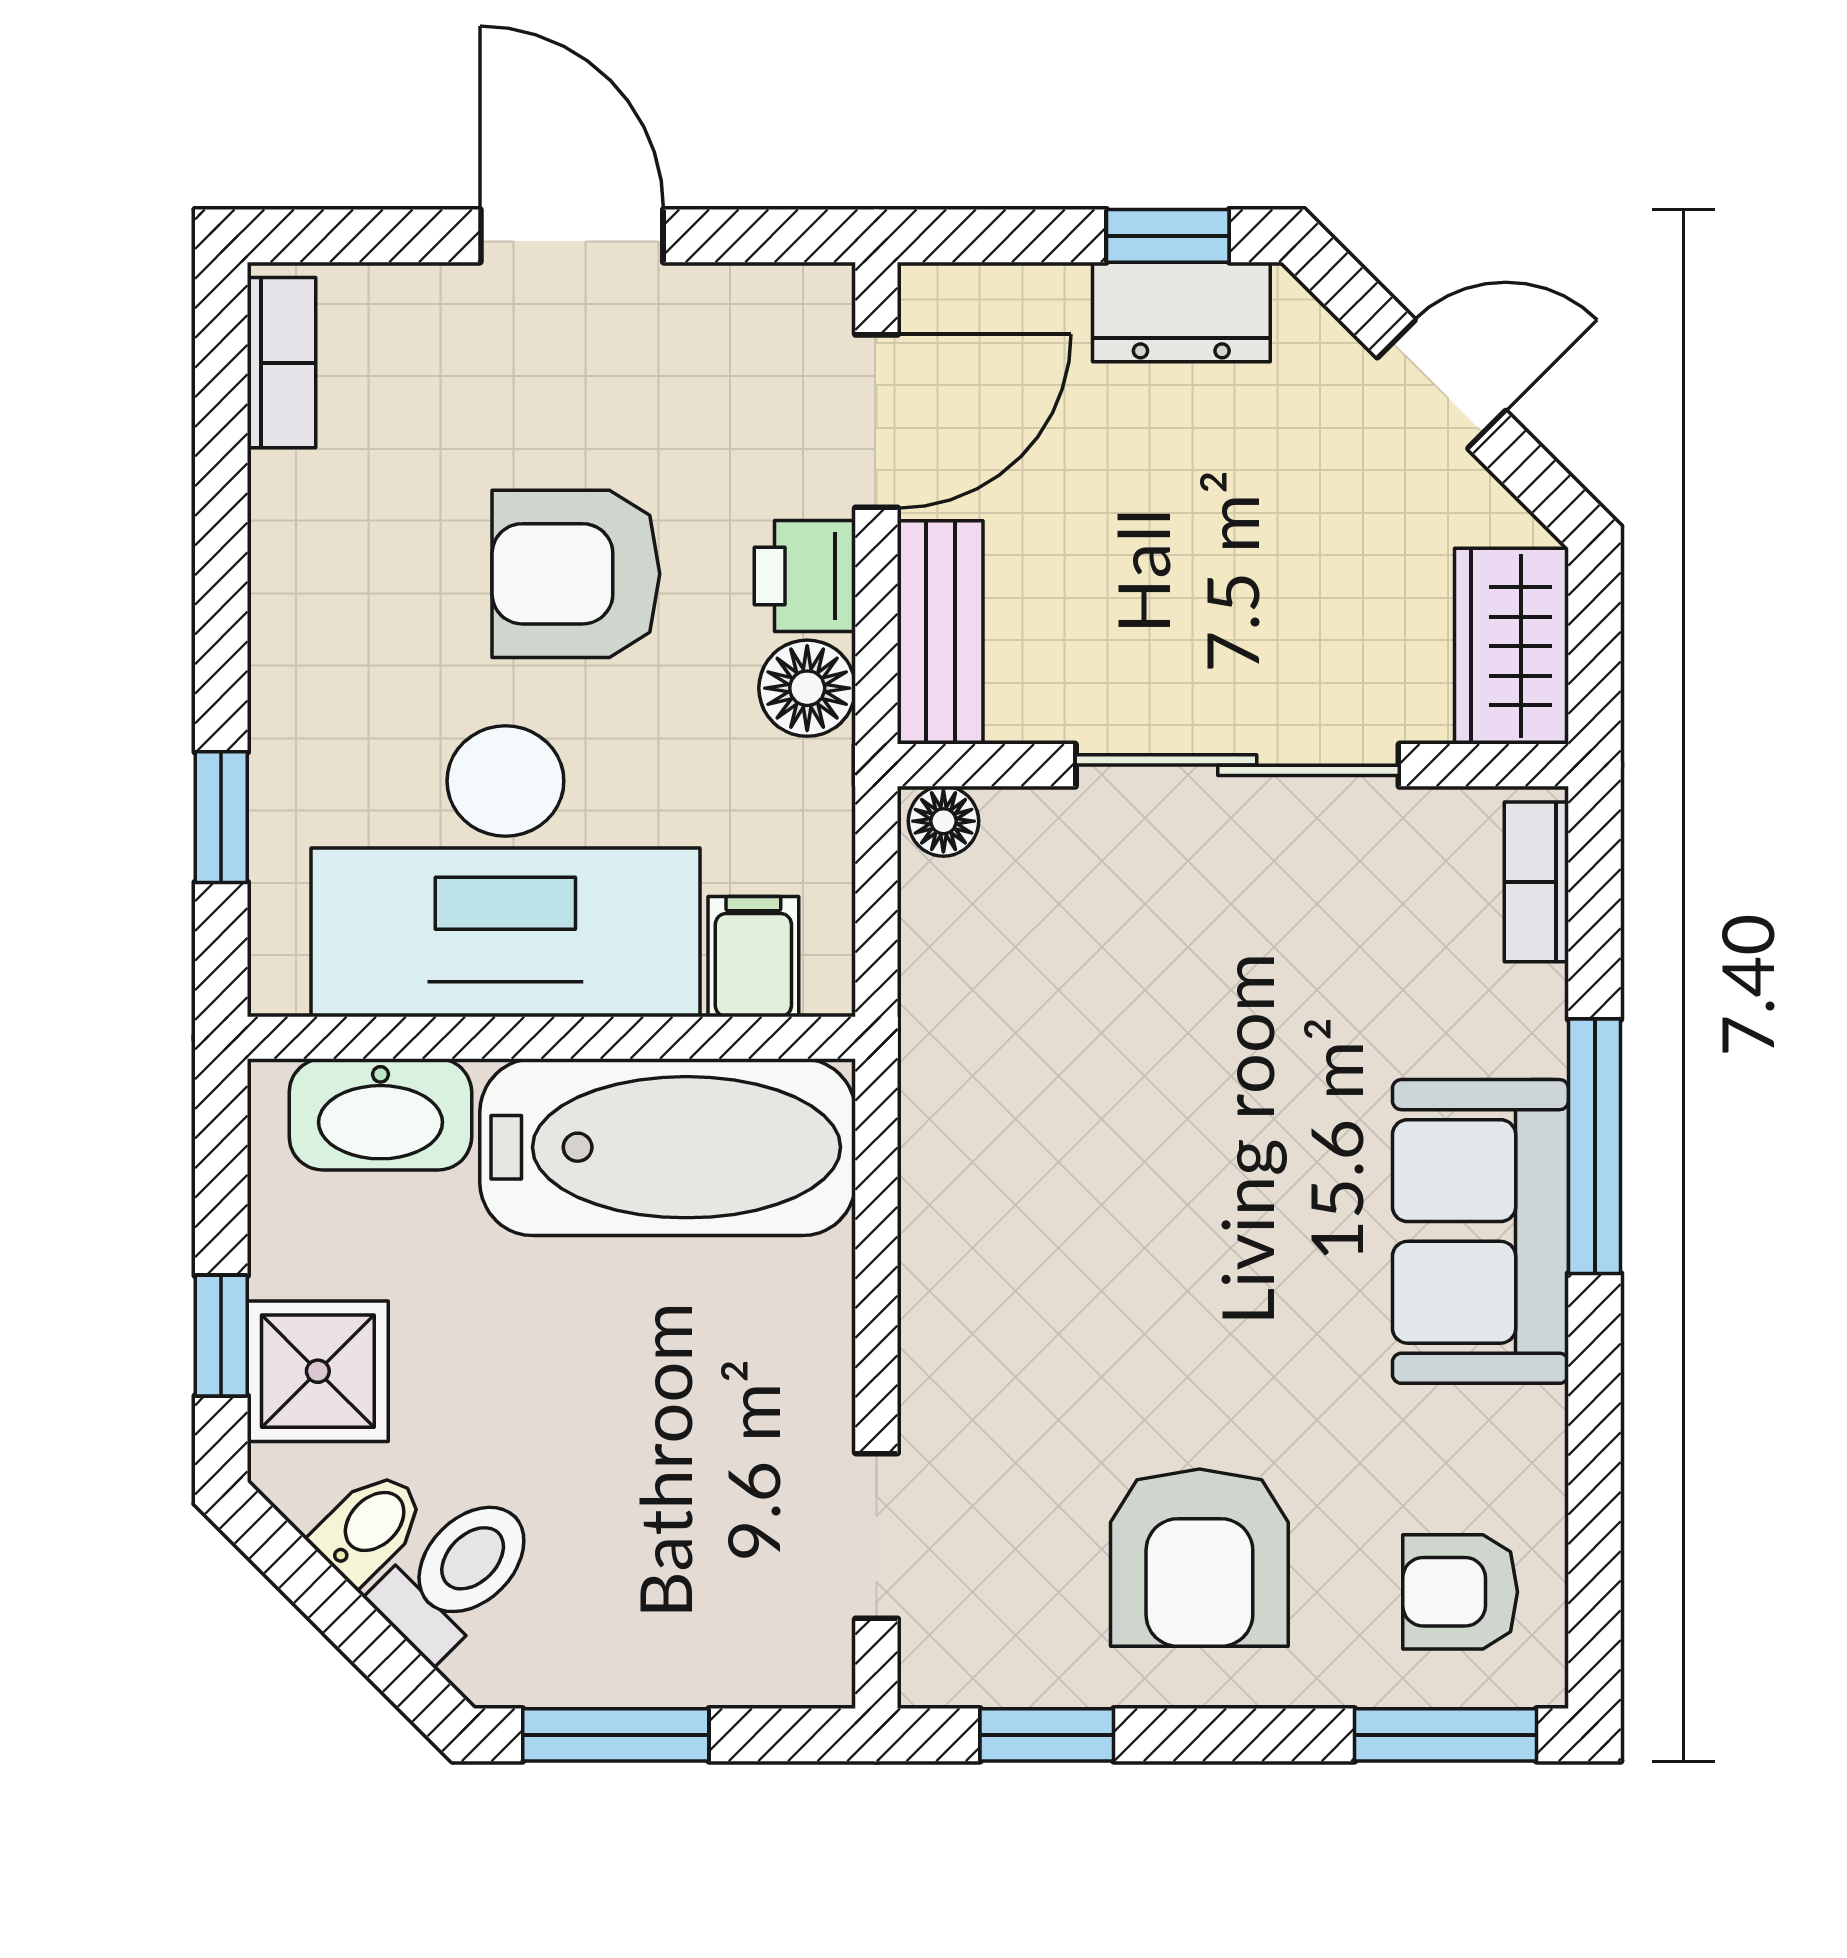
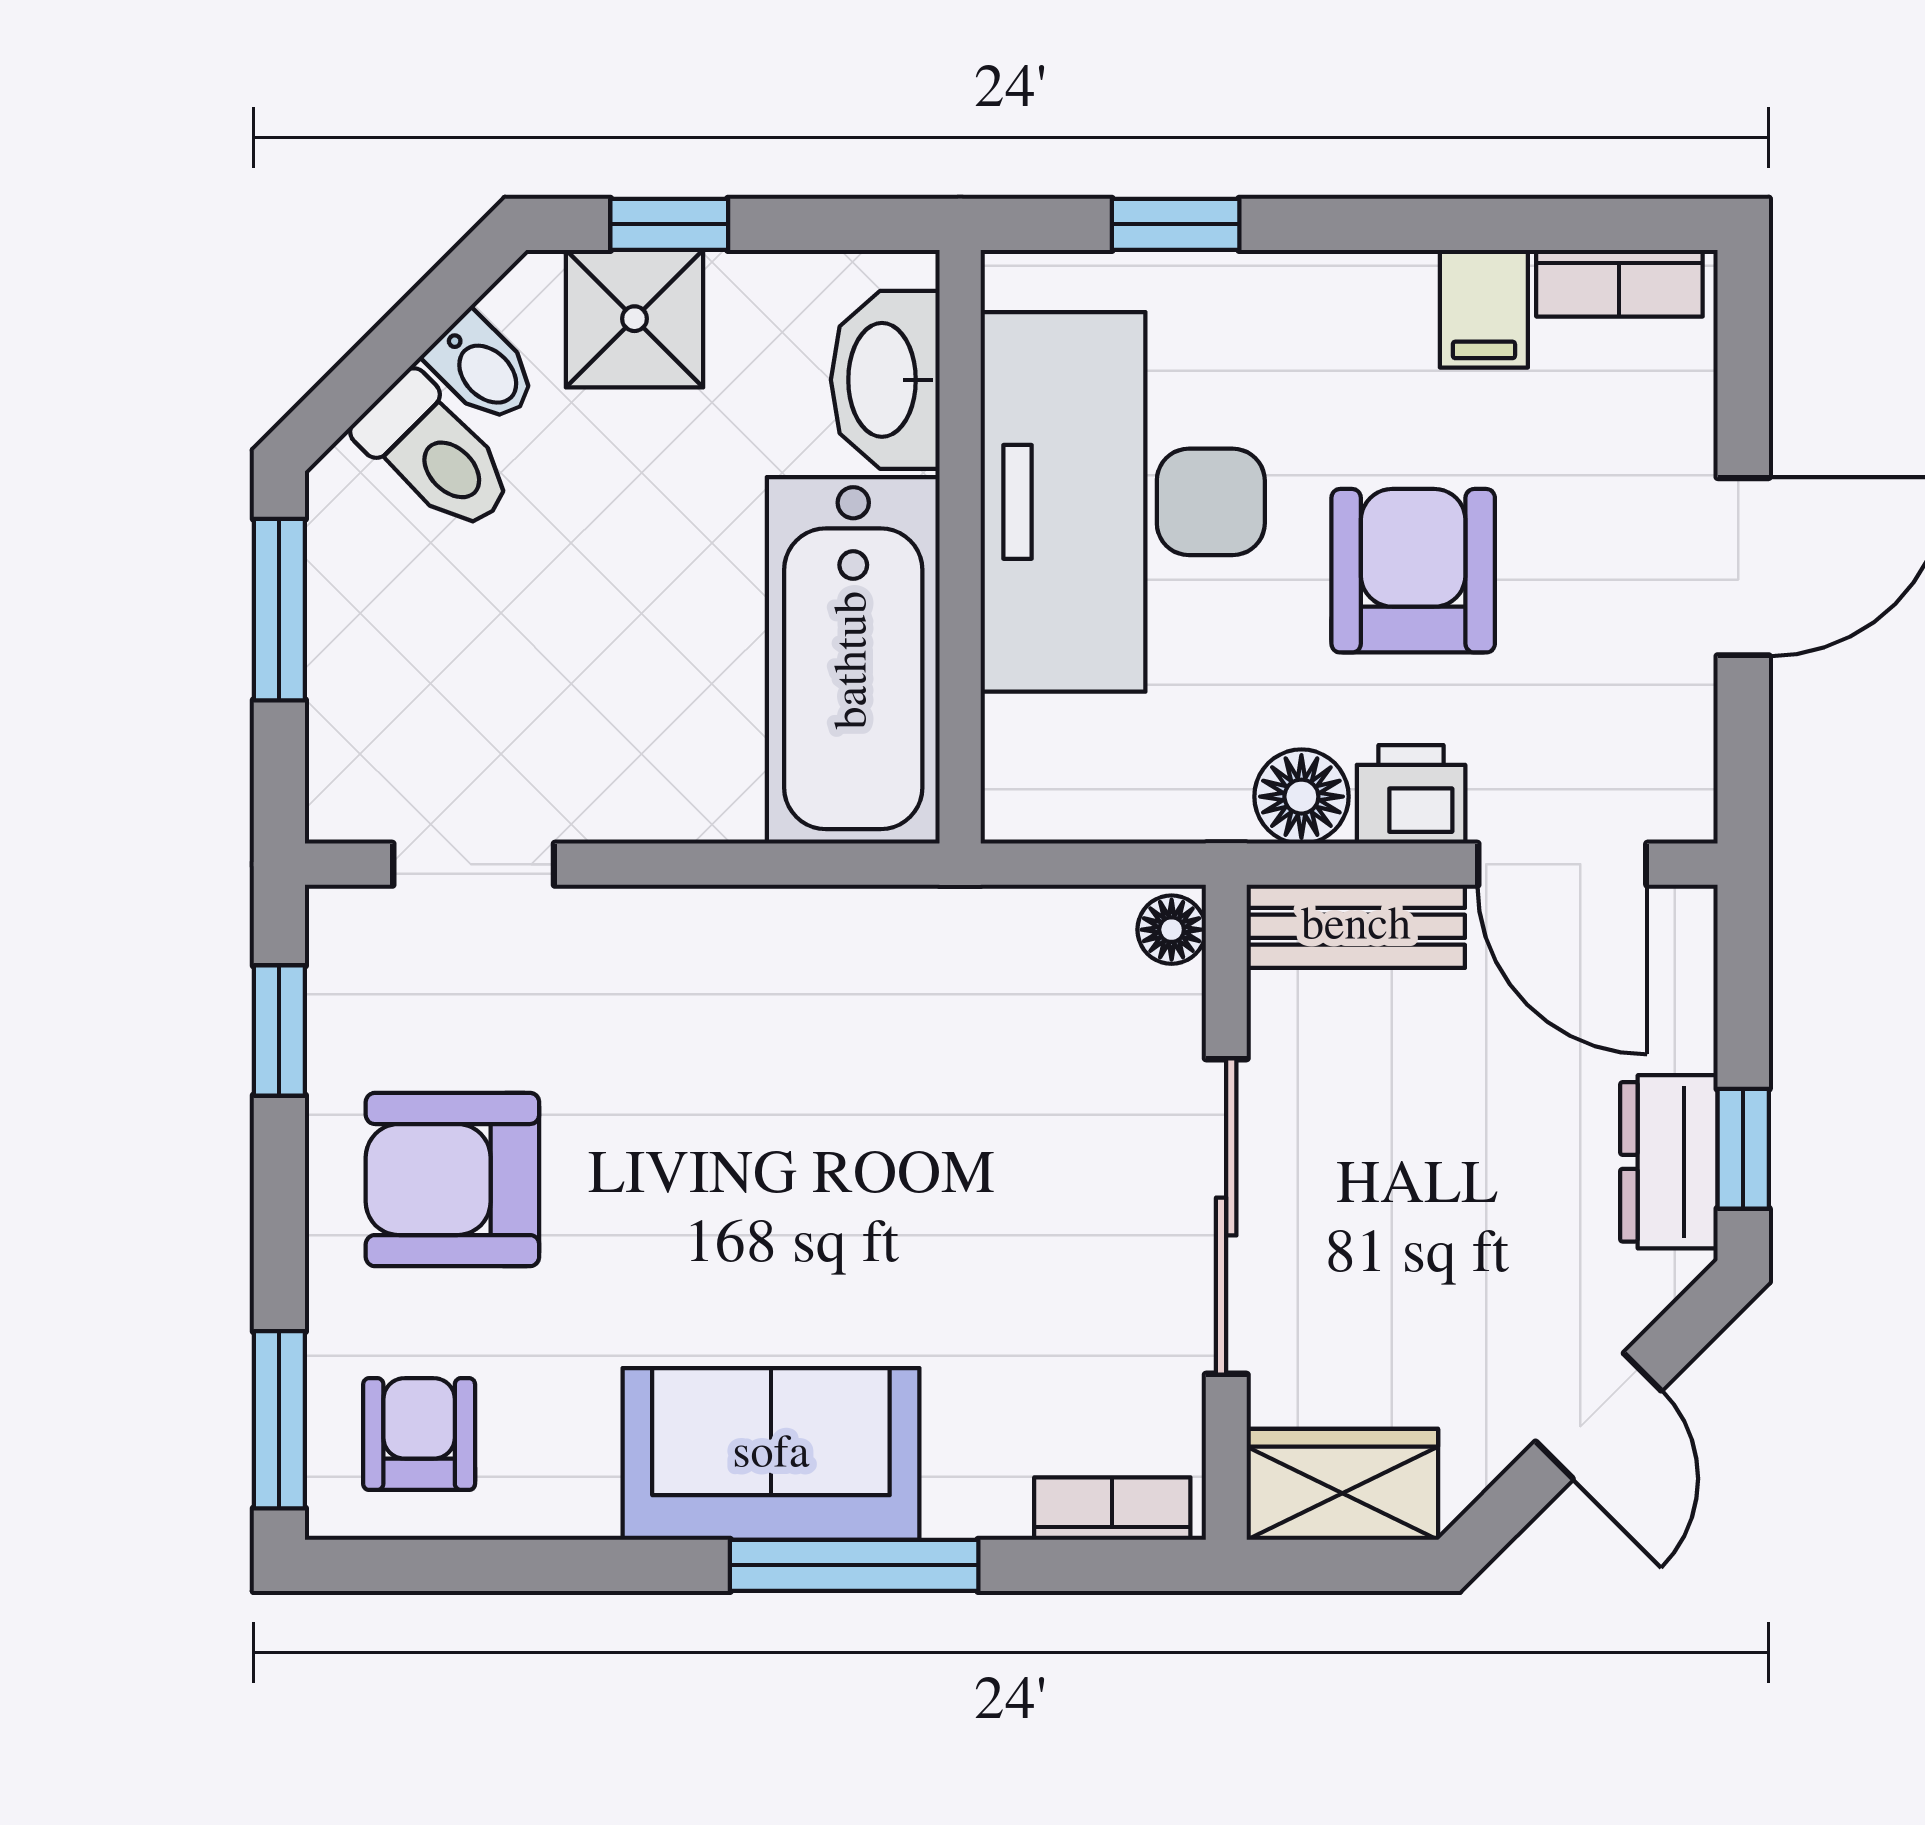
filing cabinet: (753, 957) -> (1484, 309), moved, turned 90

